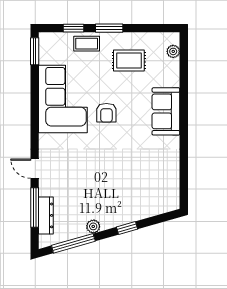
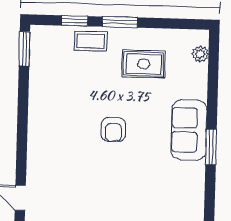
corner sofa: (63, 99) -> (59, 110), removed
window: (184, 125) -> (211, 147), added

